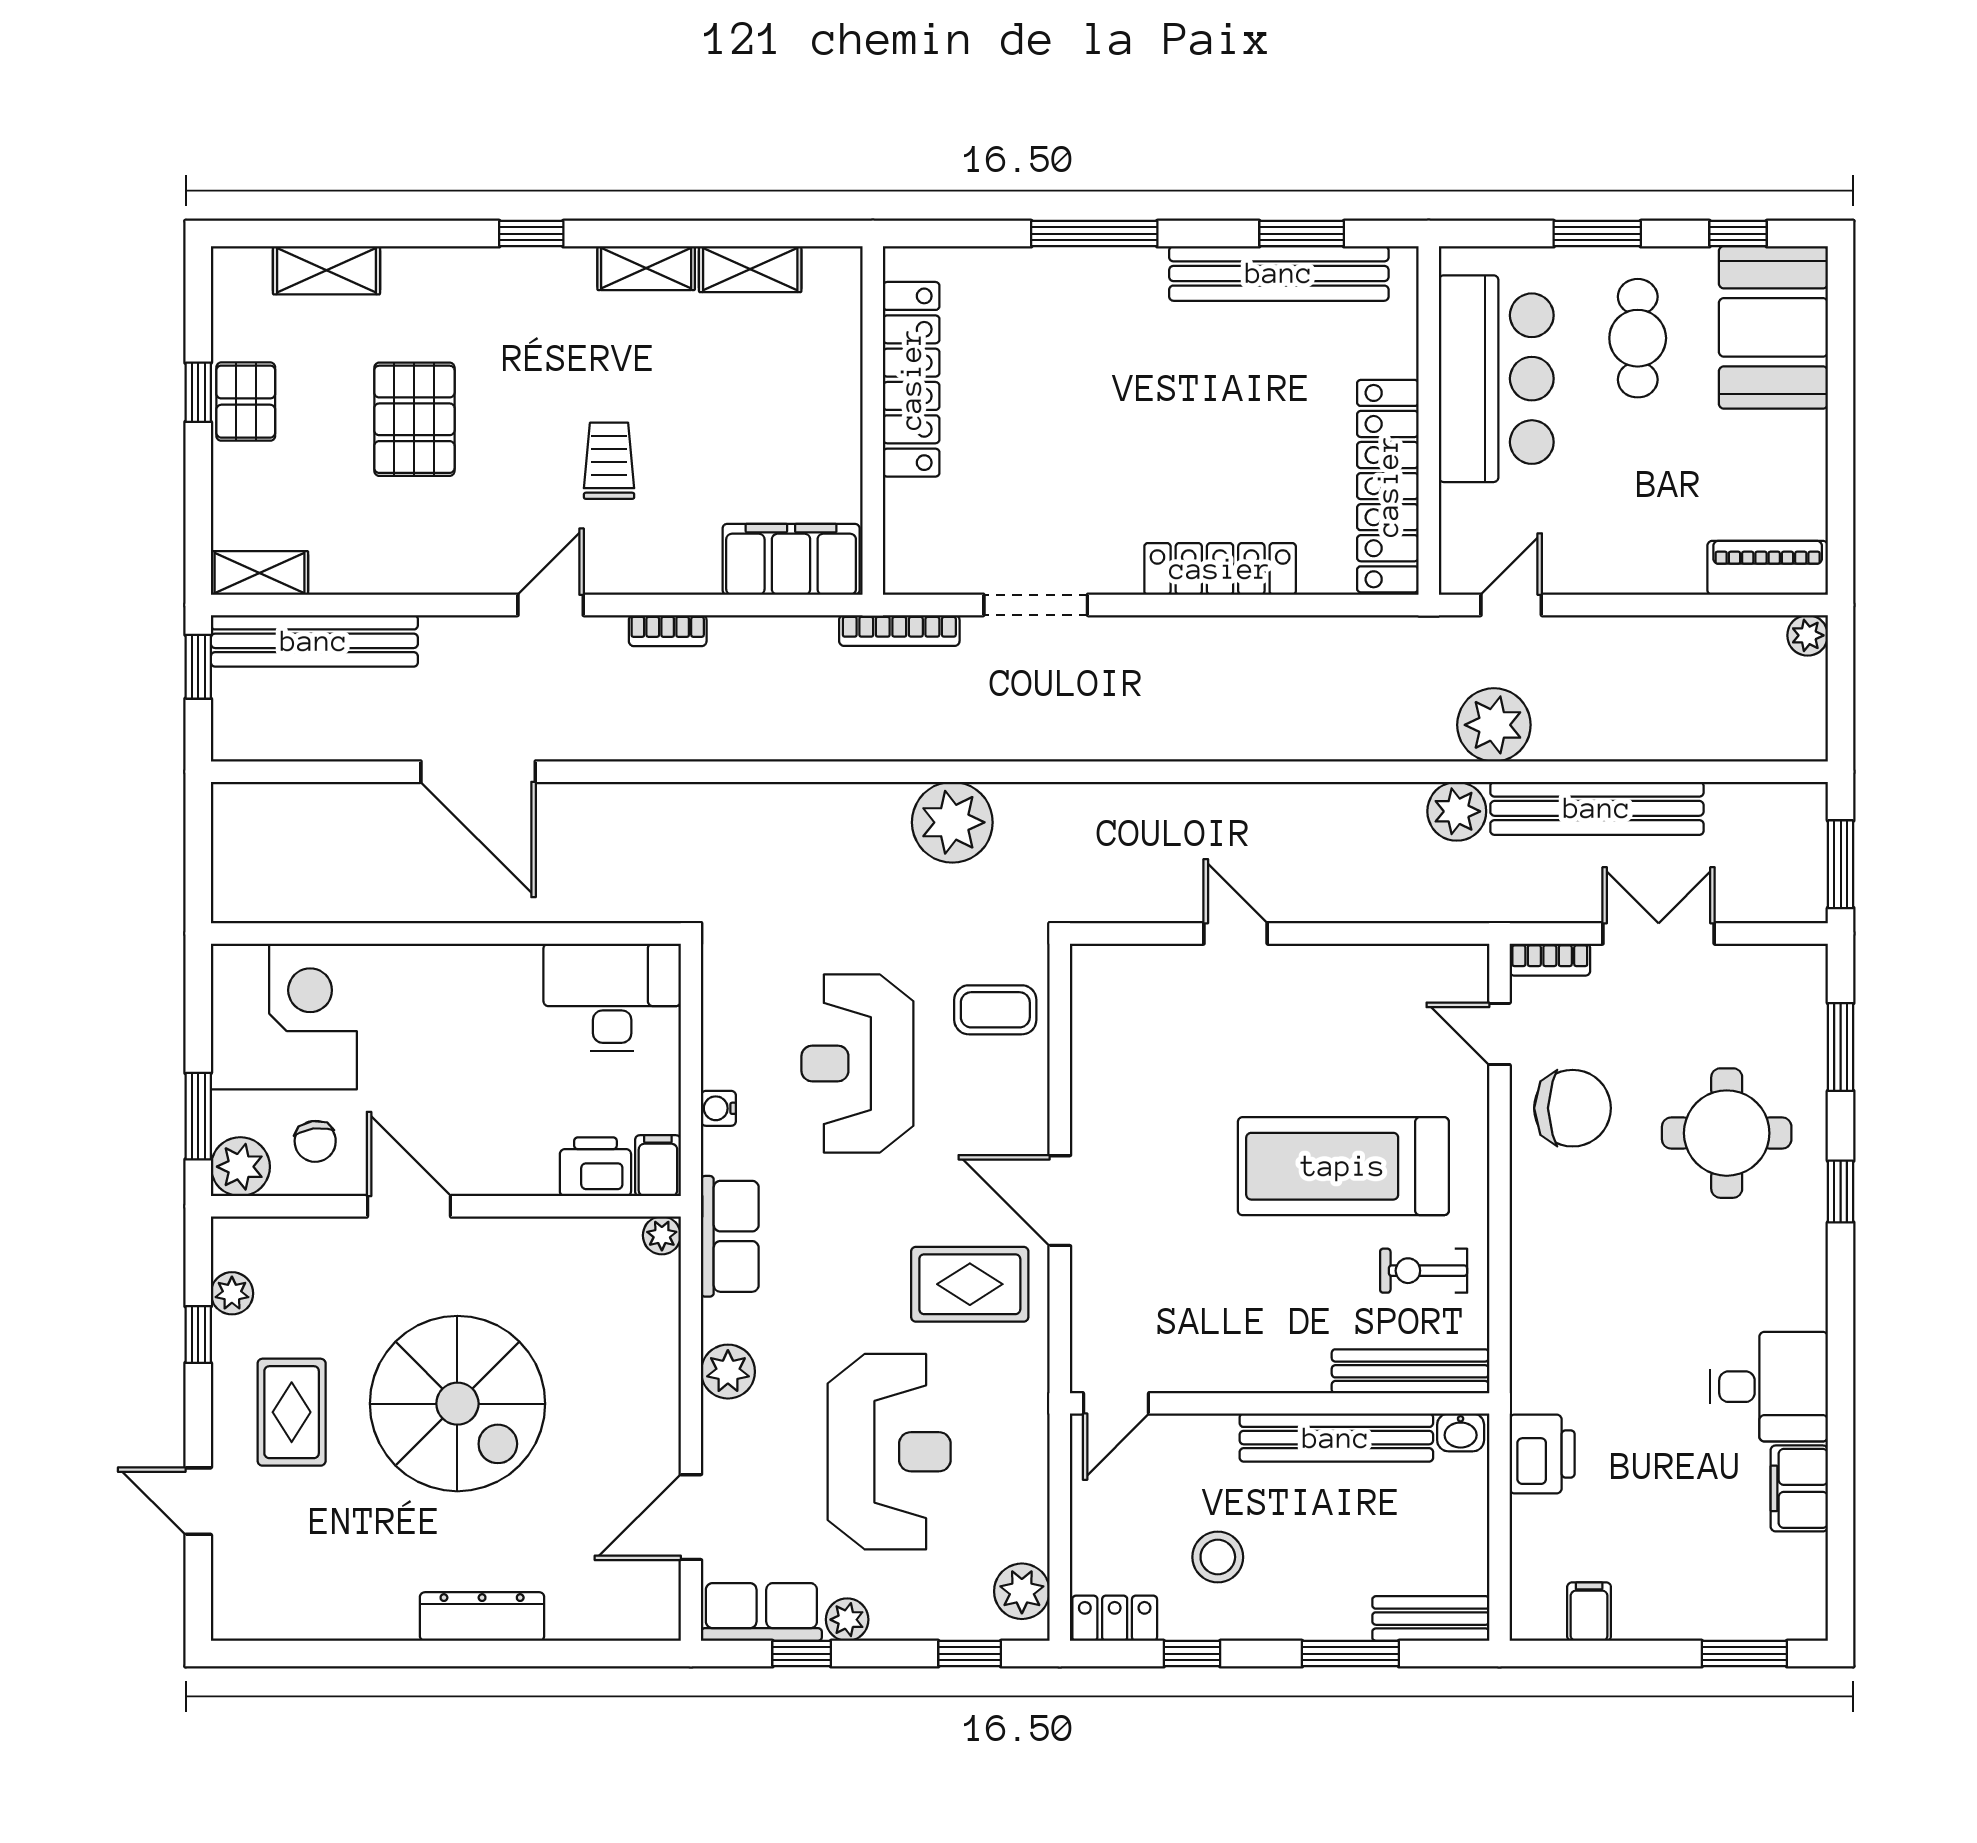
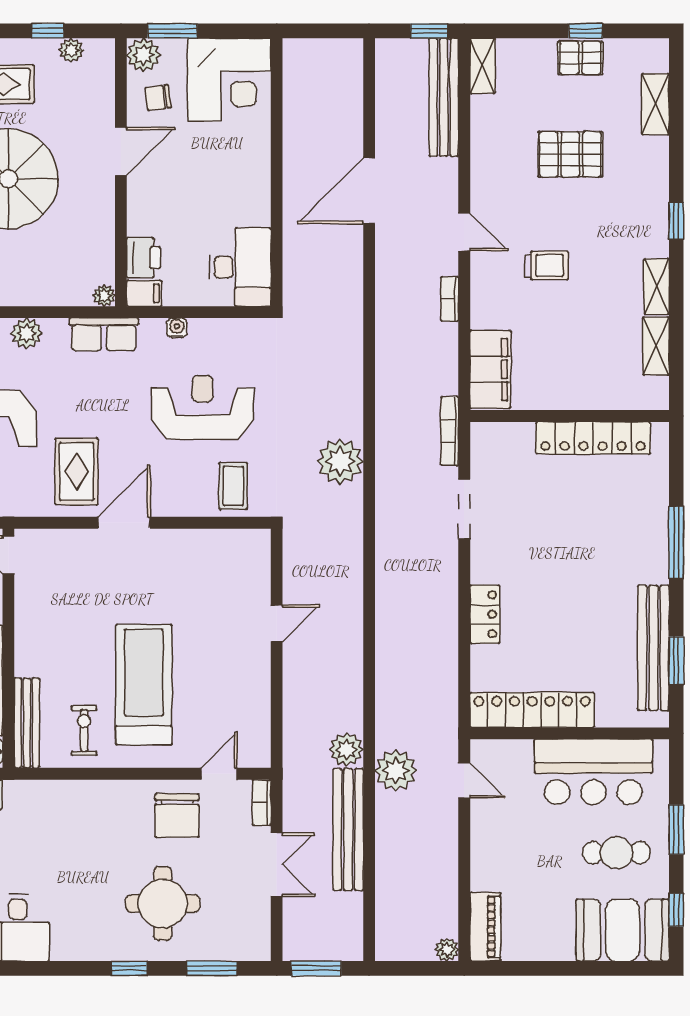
locker: (1220, 569) -> (485, 614), width x0.66

